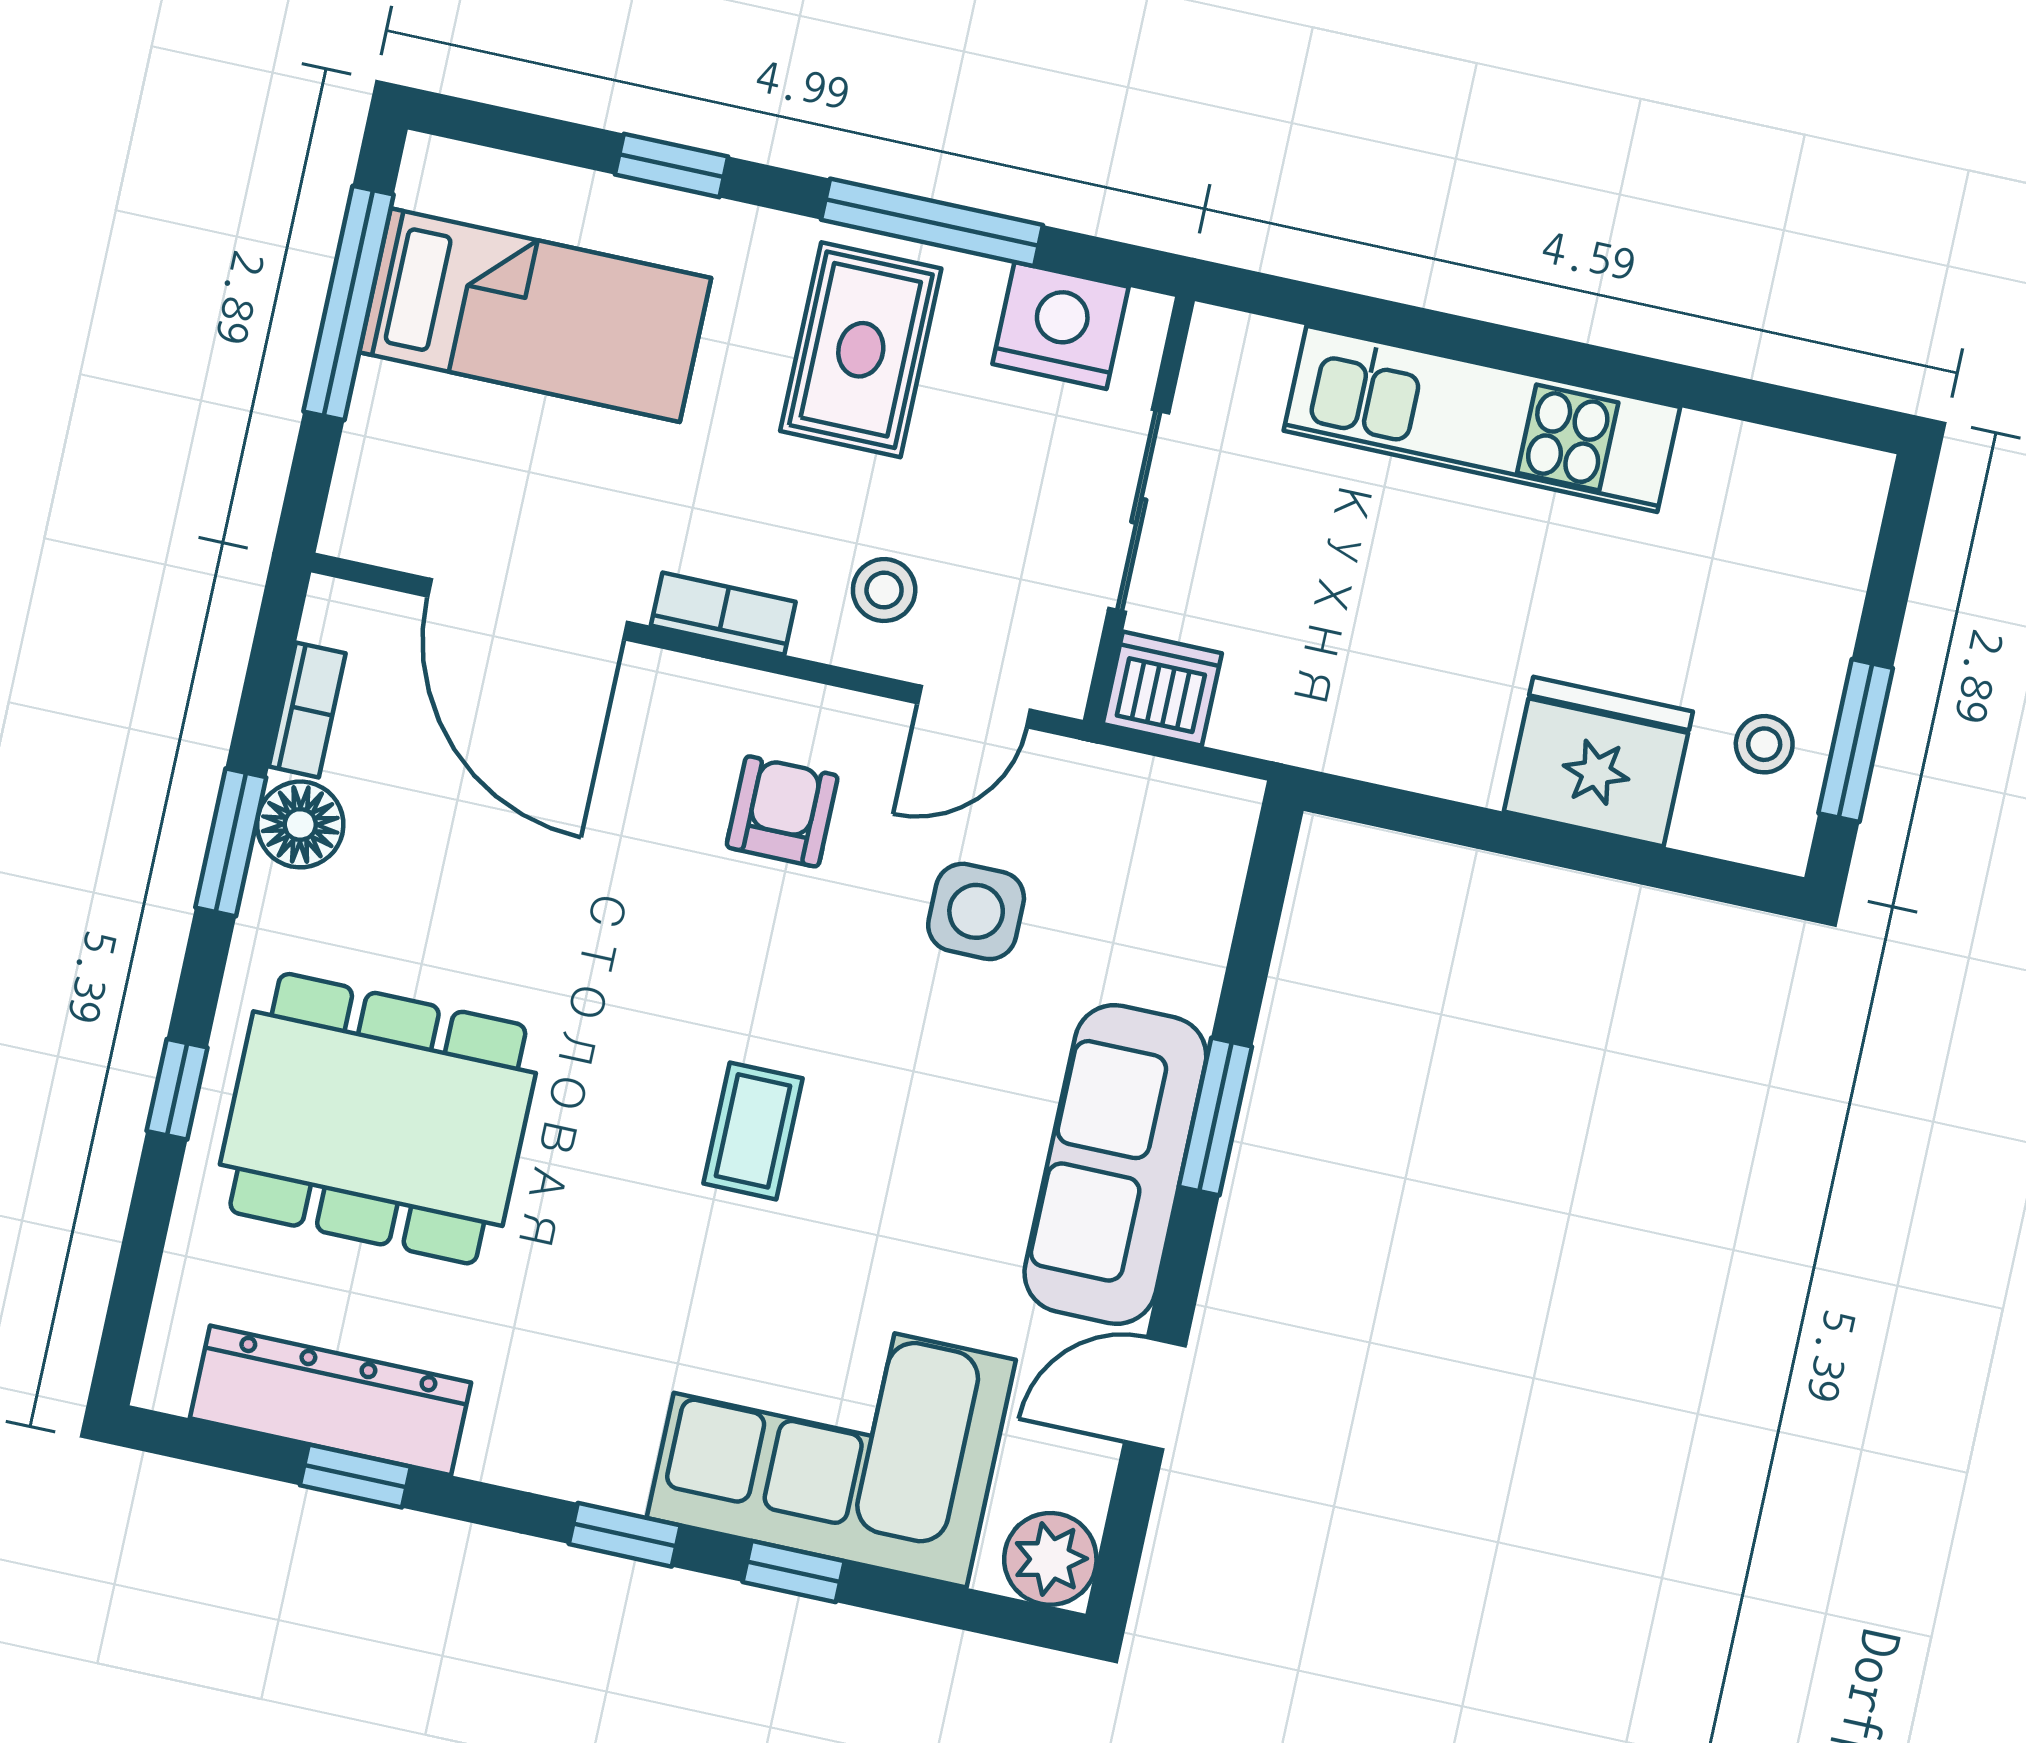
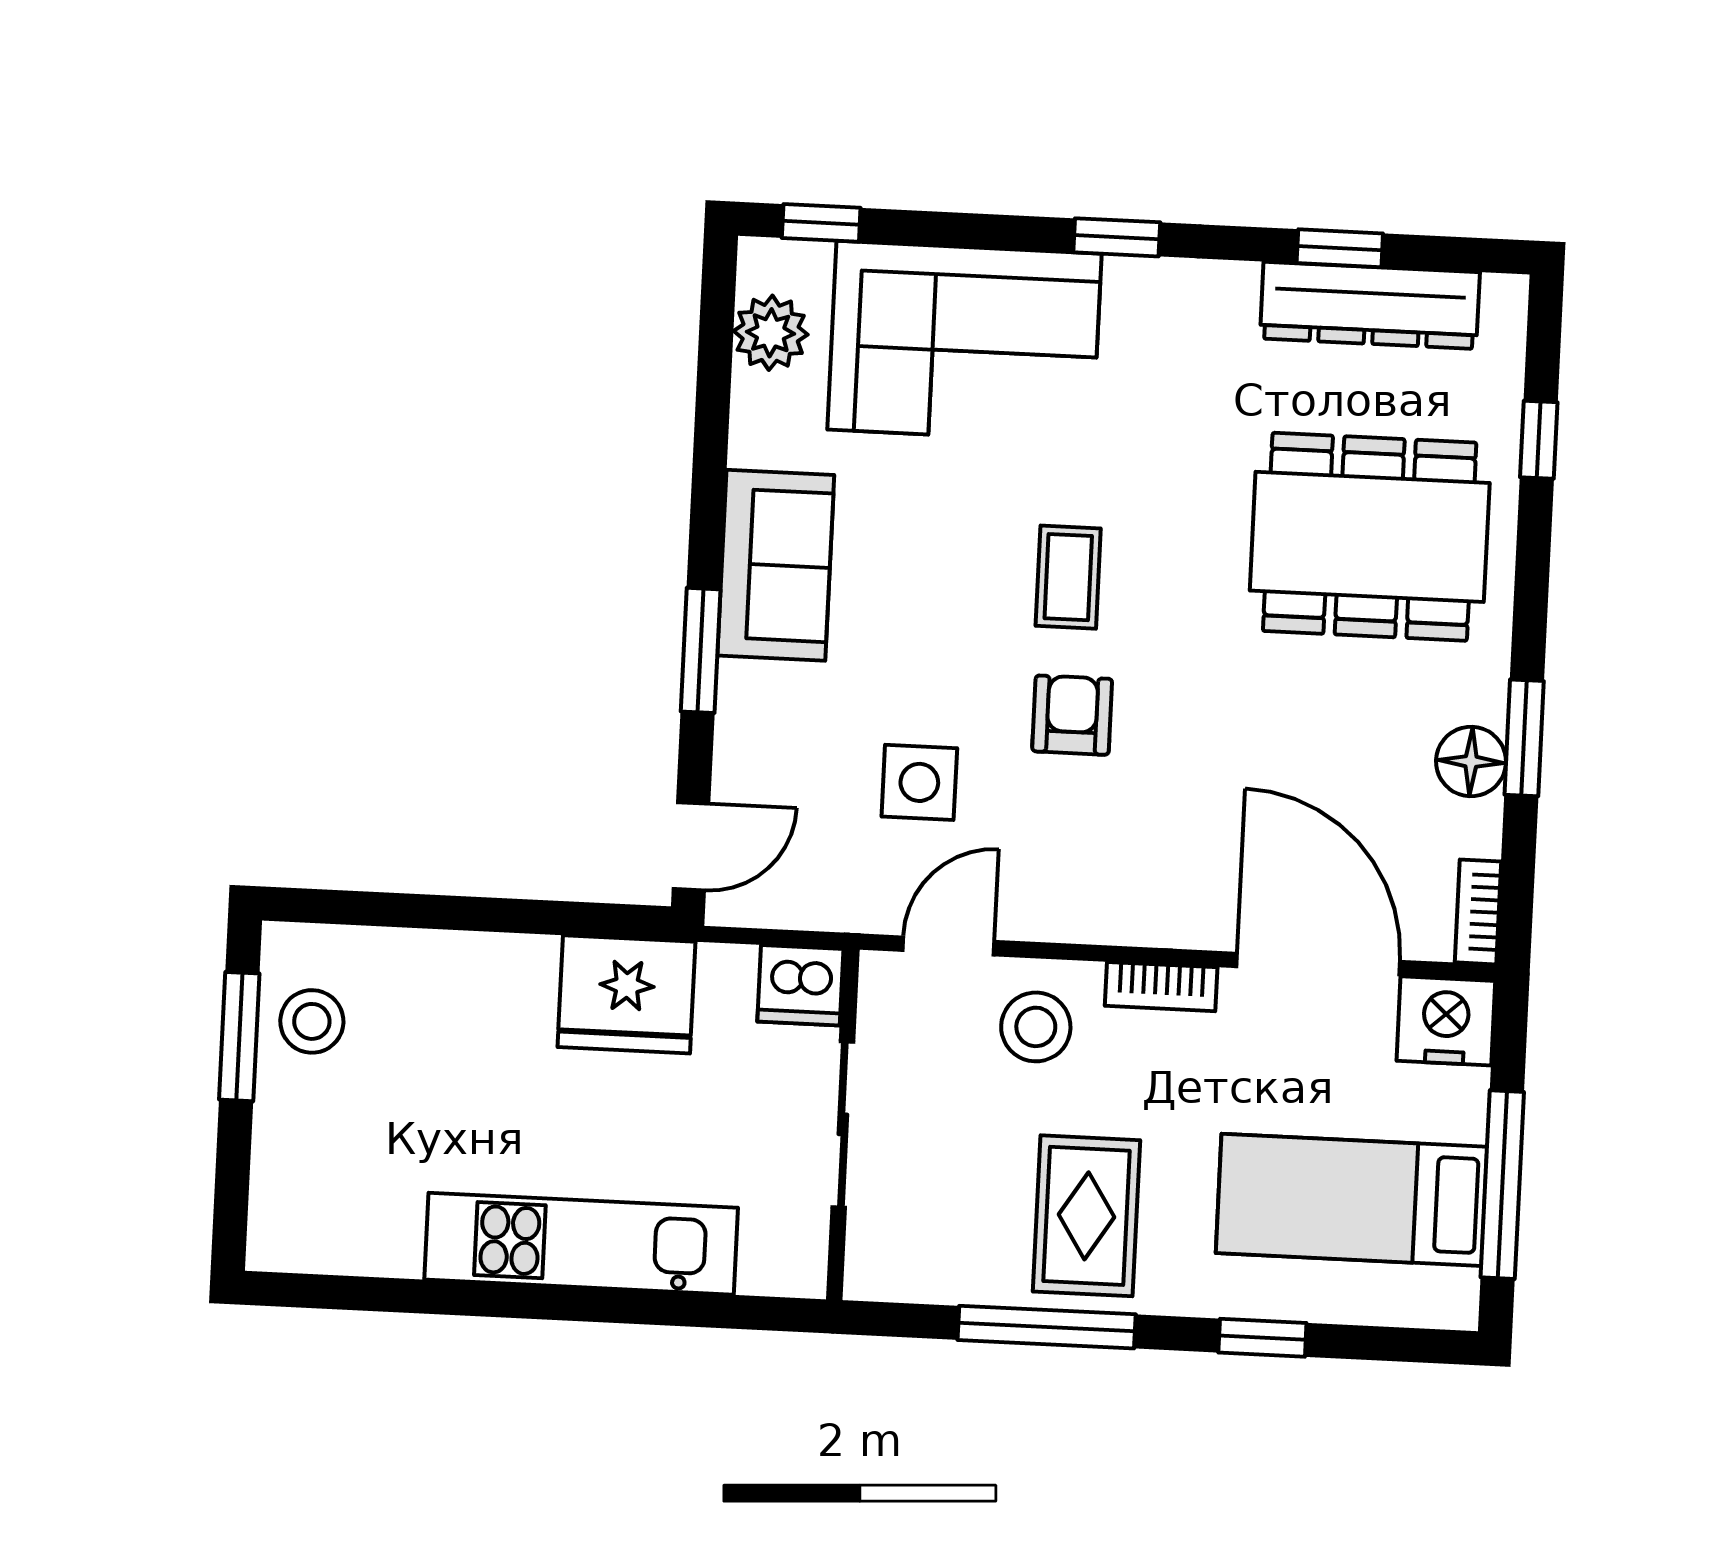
nightstand: (1060, 325) -> (1446, 1021), moved, turned 180
stool: (884, 590) -> (1036, 1027), width x1.37, depth x1.37
bookcase: (307, 710) -> (1478, 912), moved
stool: (1764, 744) -> (312, 1021), width x1.37, depth x1.37
fridge: (1598, 762) -> (626, 994), moved
armchair: (782, 811) -> (1072, 715), moved, turned 180
window: (177, 1089) -> (1539, 440), moved
sofa: (1115, 1164) -> (776, 565), width x0.73
door: (1155, 1394) -> (691, 846), moved
plant: (1050, 1559) -> (771, 333), moved
window: (794, 1572) -> (821, 223), moved

